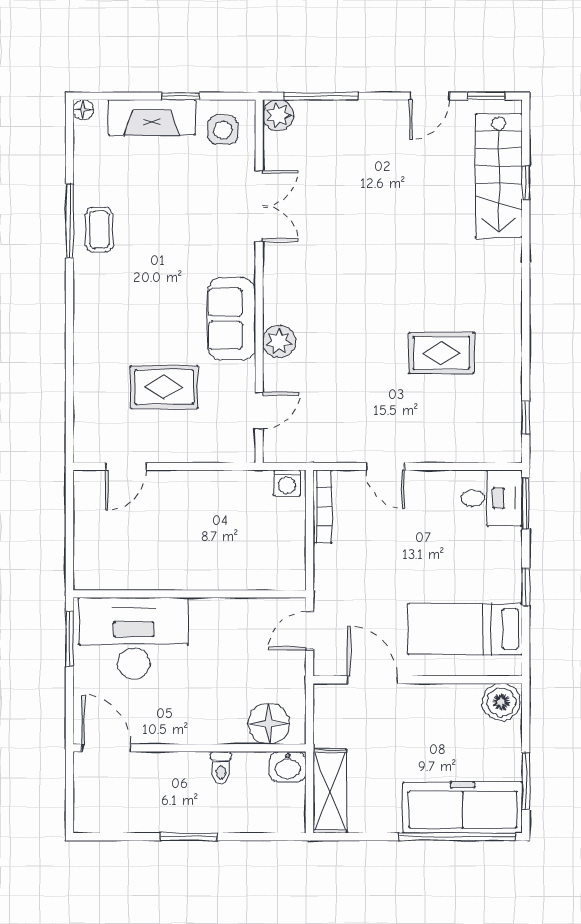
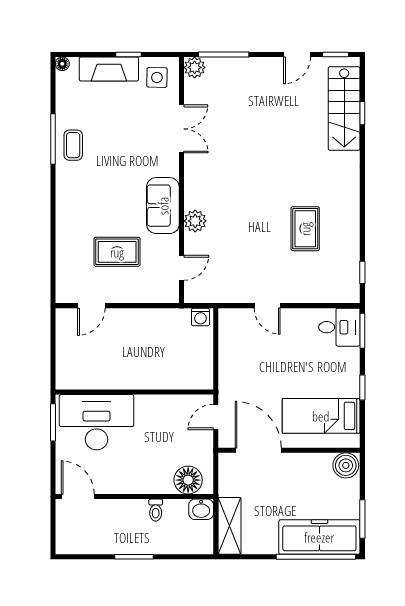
rug: (441, 353) -> (305, 229), turned 90
bookcase: (322, 507) -> (225, 333), removed
door: (372, 680) -> (258, 450), width x1.36

